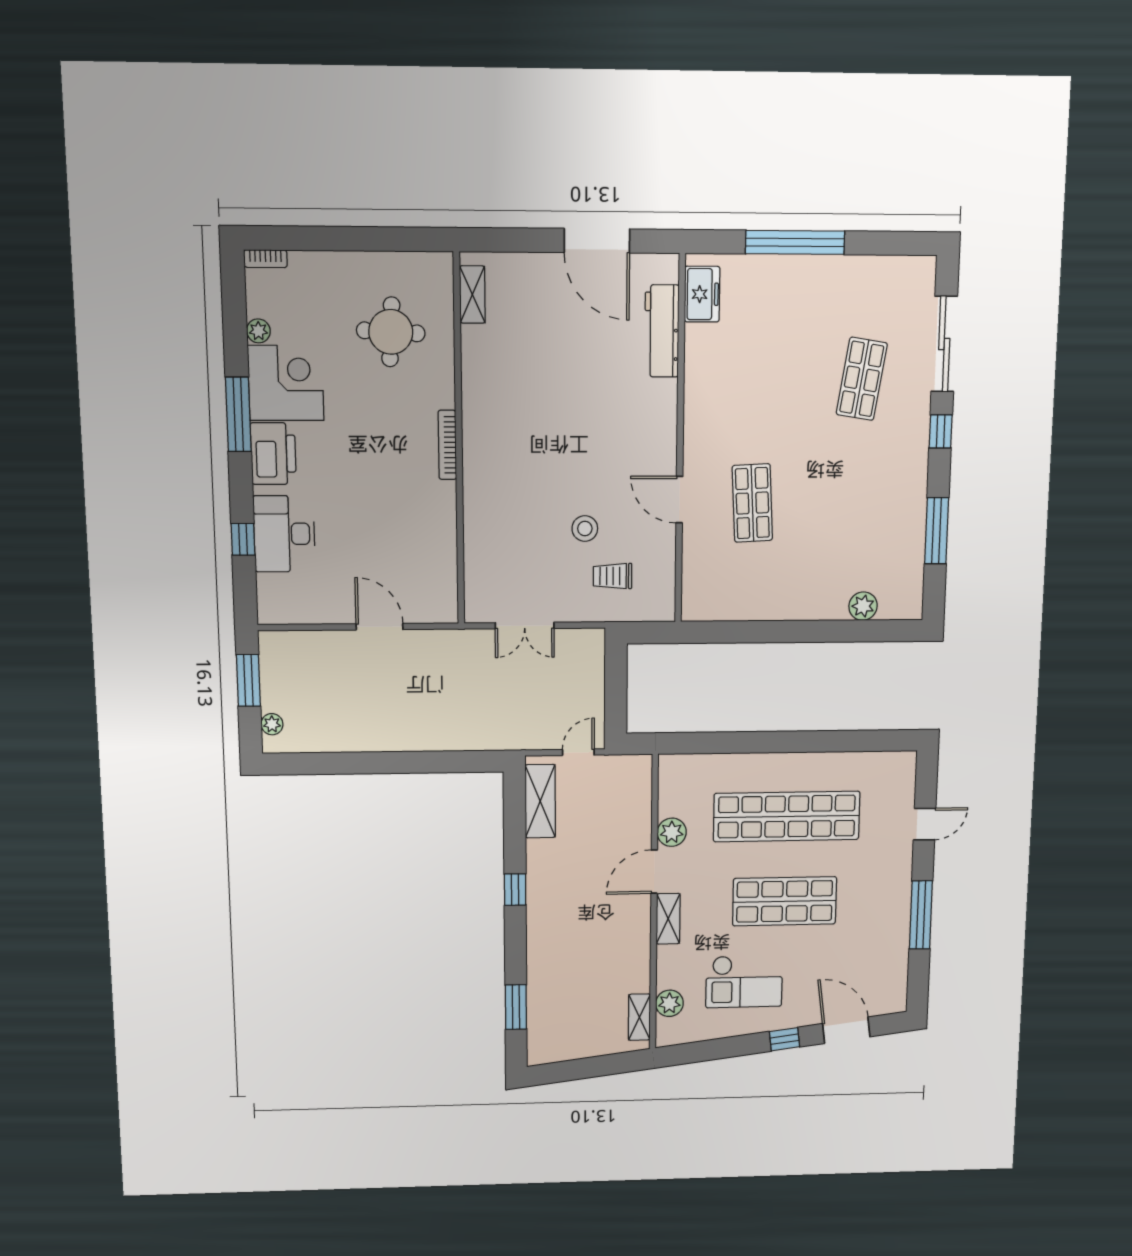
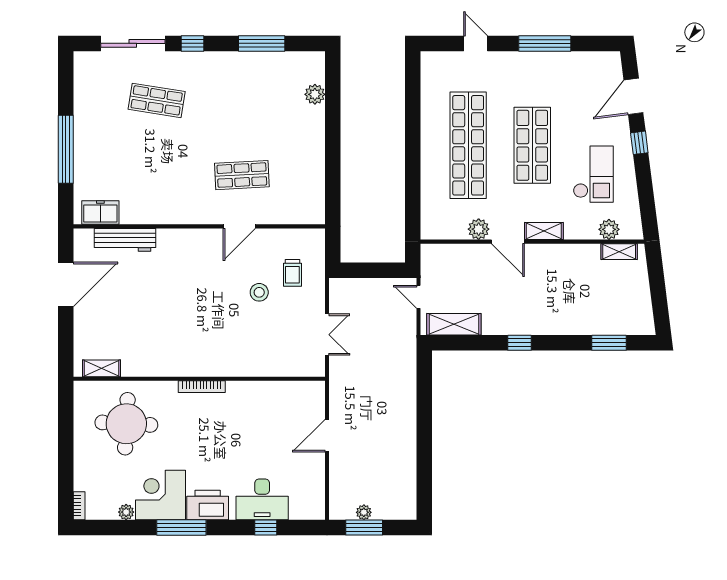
round table: (391, 332) -> (126, 424), width x1.36, depth x1.36
plant: (272, 724) -> (364, 512), moved

